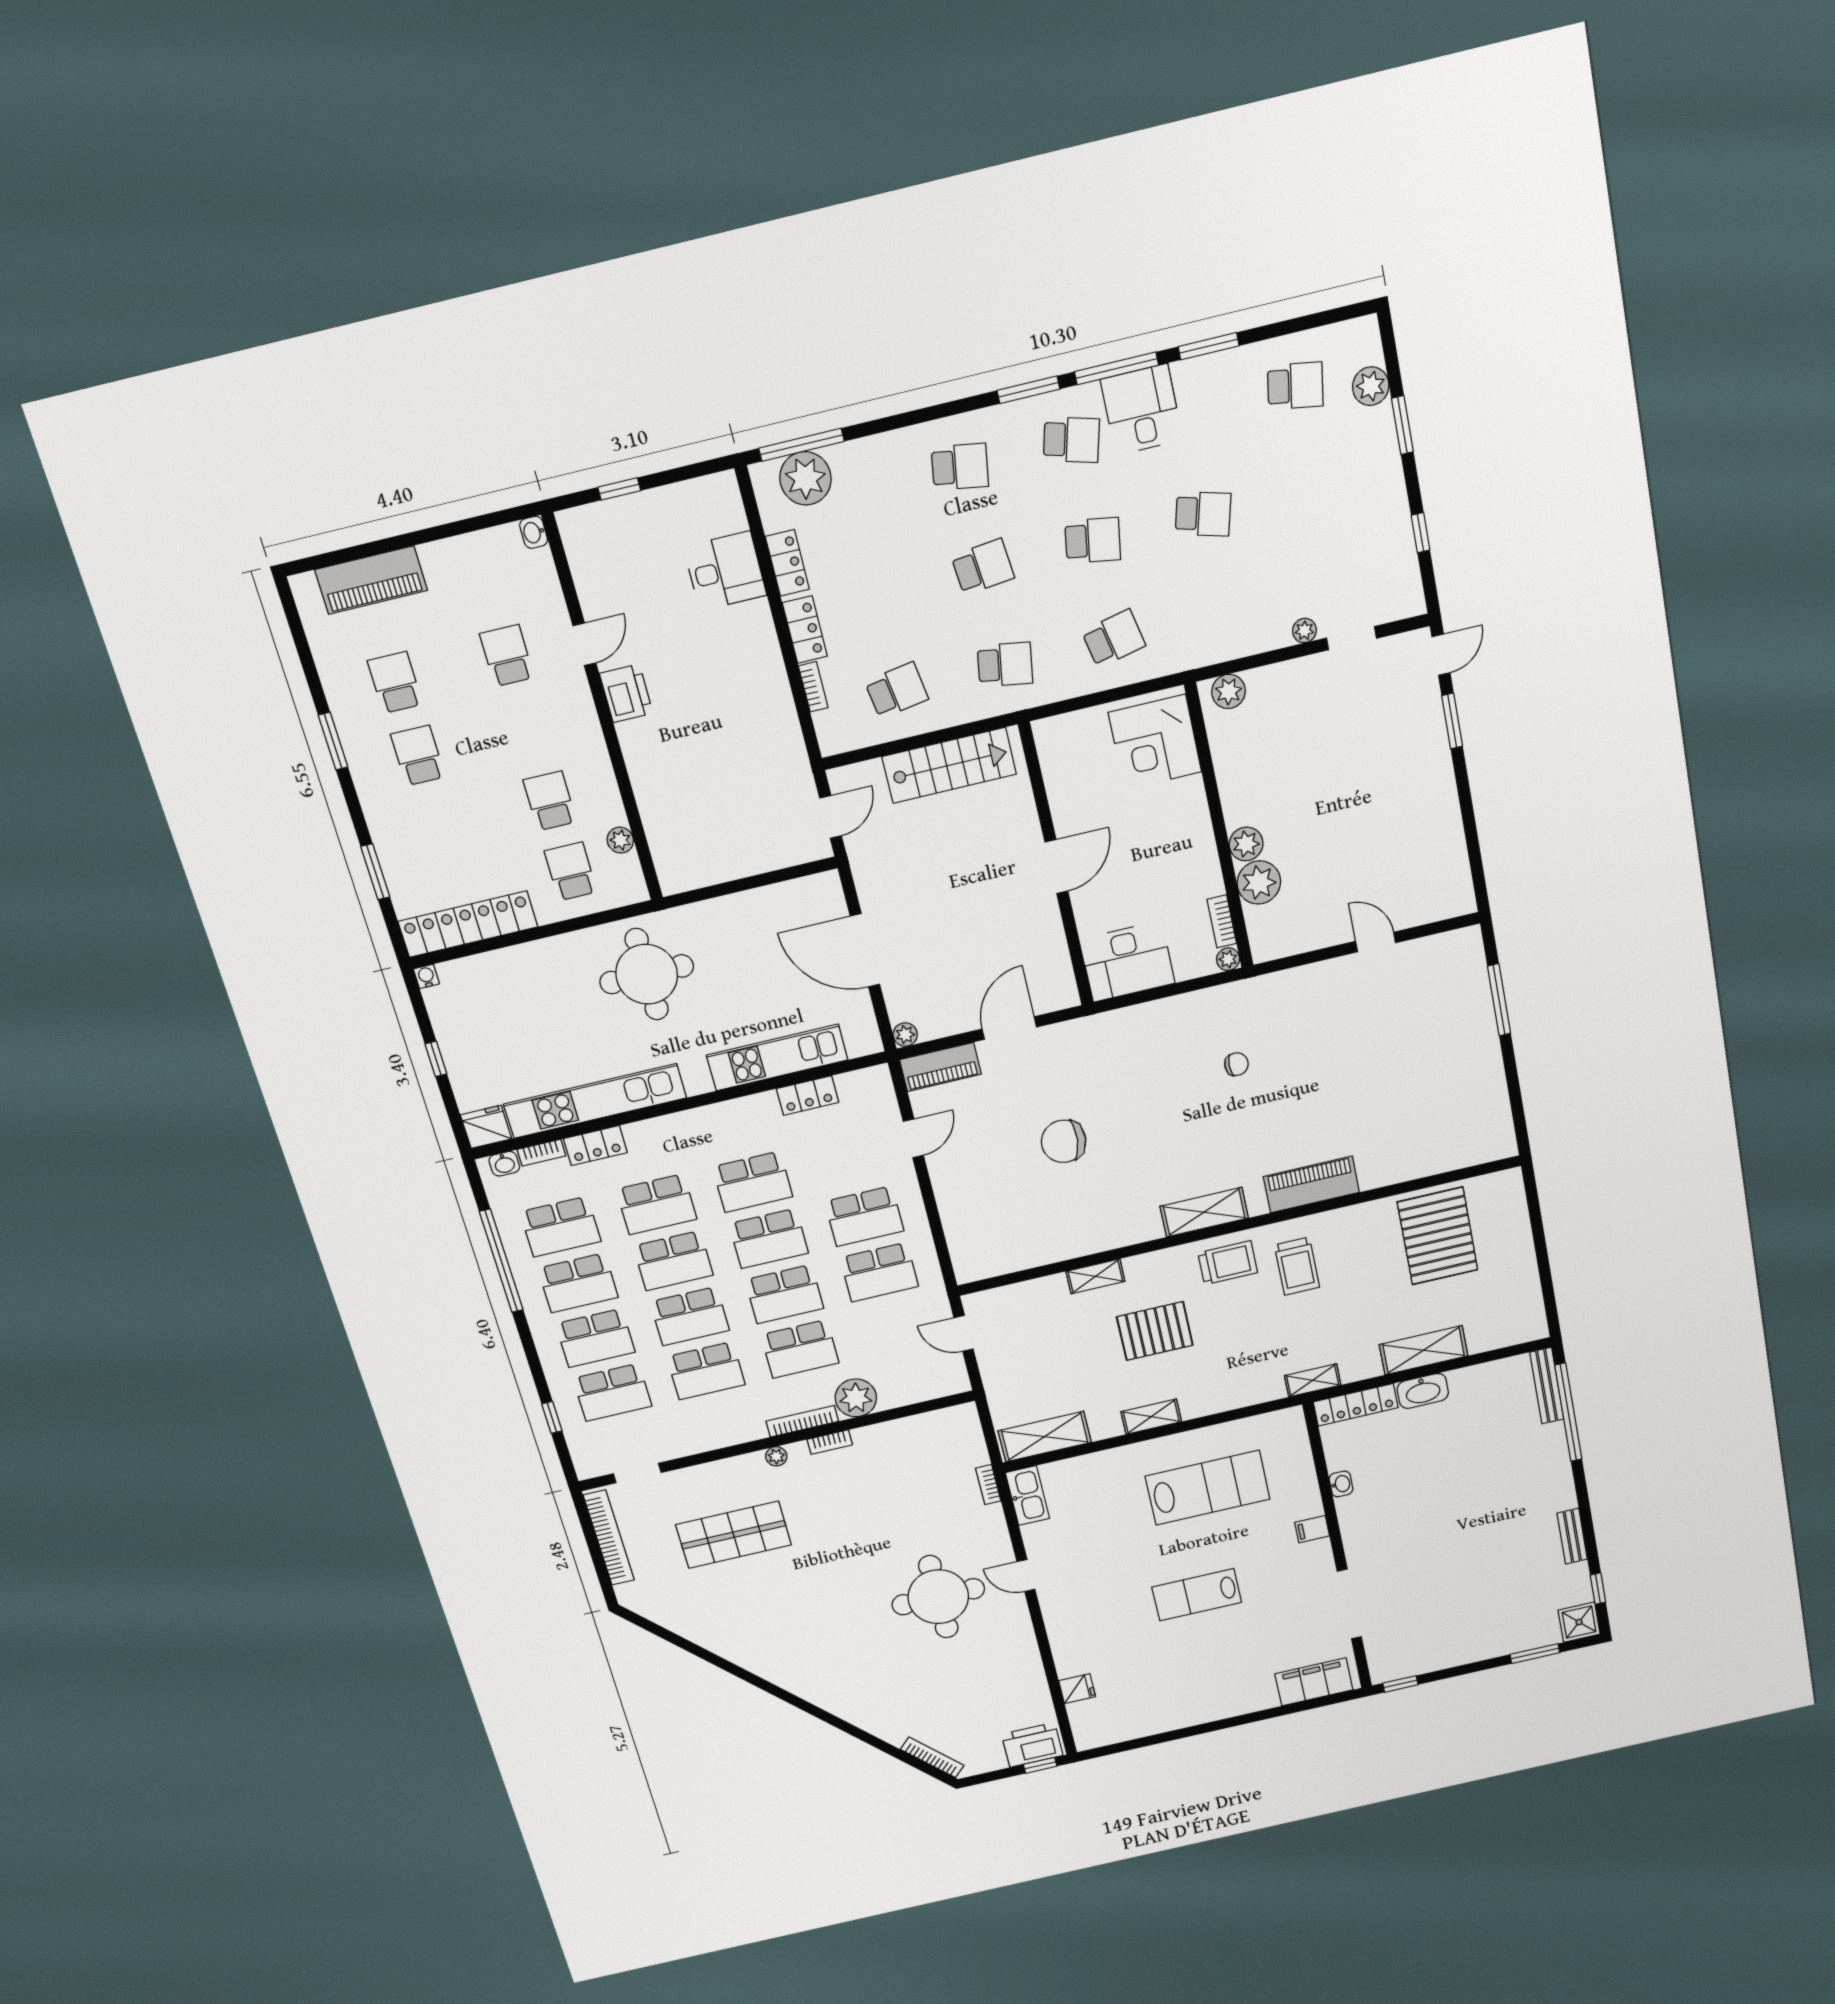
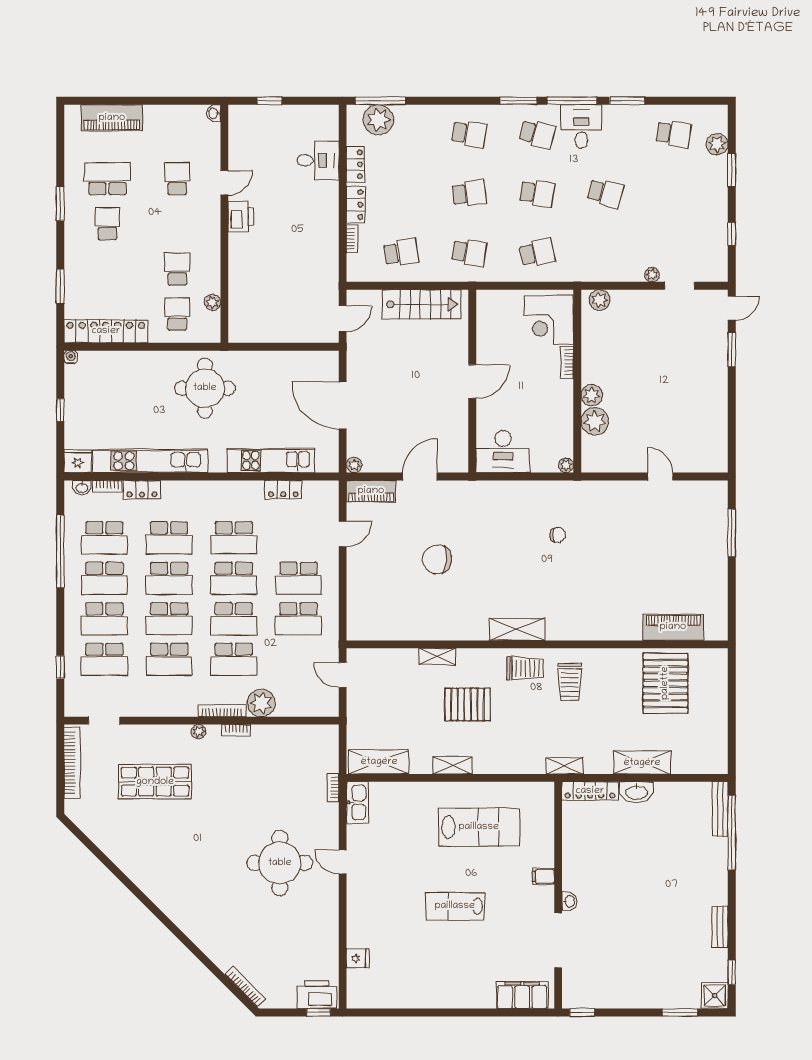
school desk: (395, 683) -> (107, 179), width x1.85
bookcase: (1222, 921) -> (567, 362), moved
piano: (1311, 1184) -> (673, 627), moved
washbasin: (1341, 1484) -> (569, 901), moved

